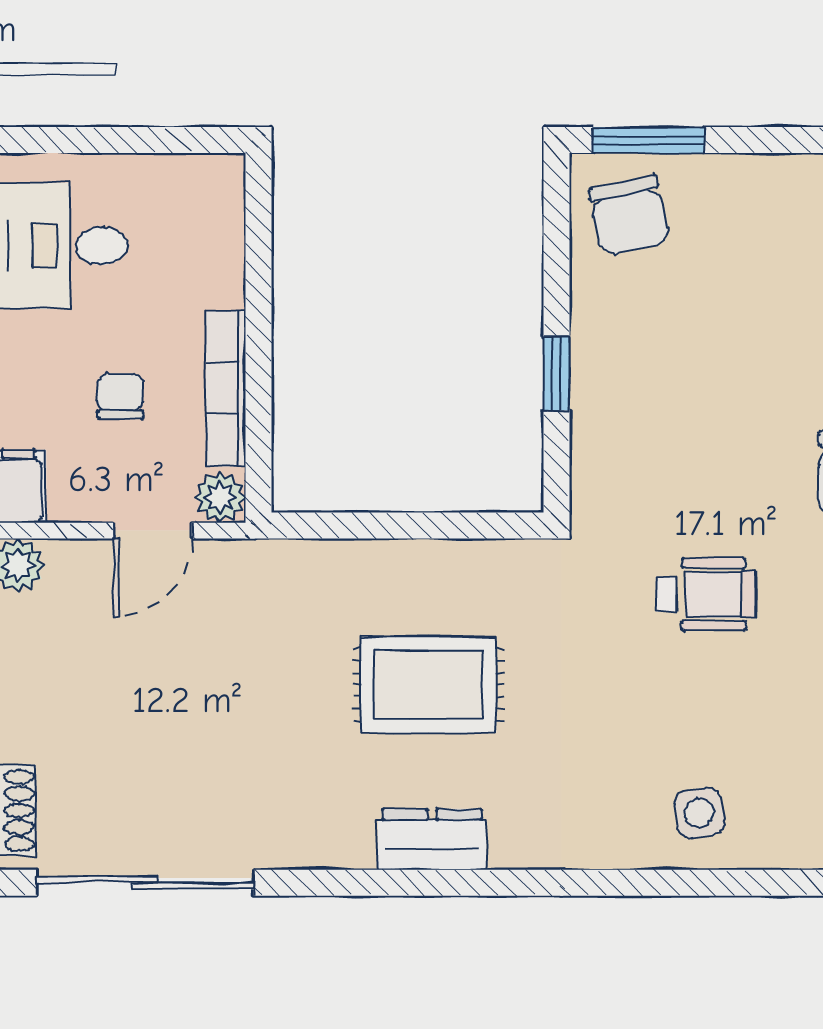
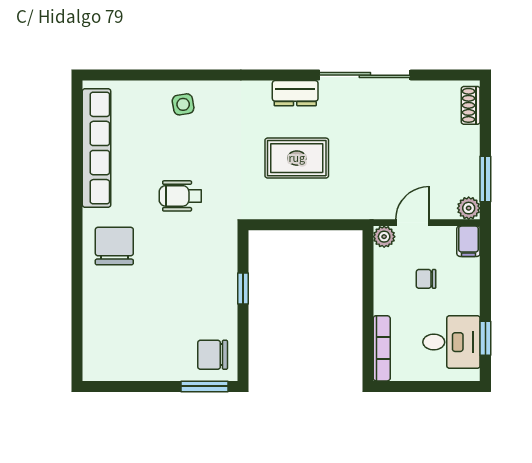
chair: (629, 215) -> (213, 355), turned -78
bookcase: (226, 389) -> (382, 348), moved
chair: (120, 396) -> (426, 279), turned 90
sliding door: (145, 883) -> (365, 75), moved

